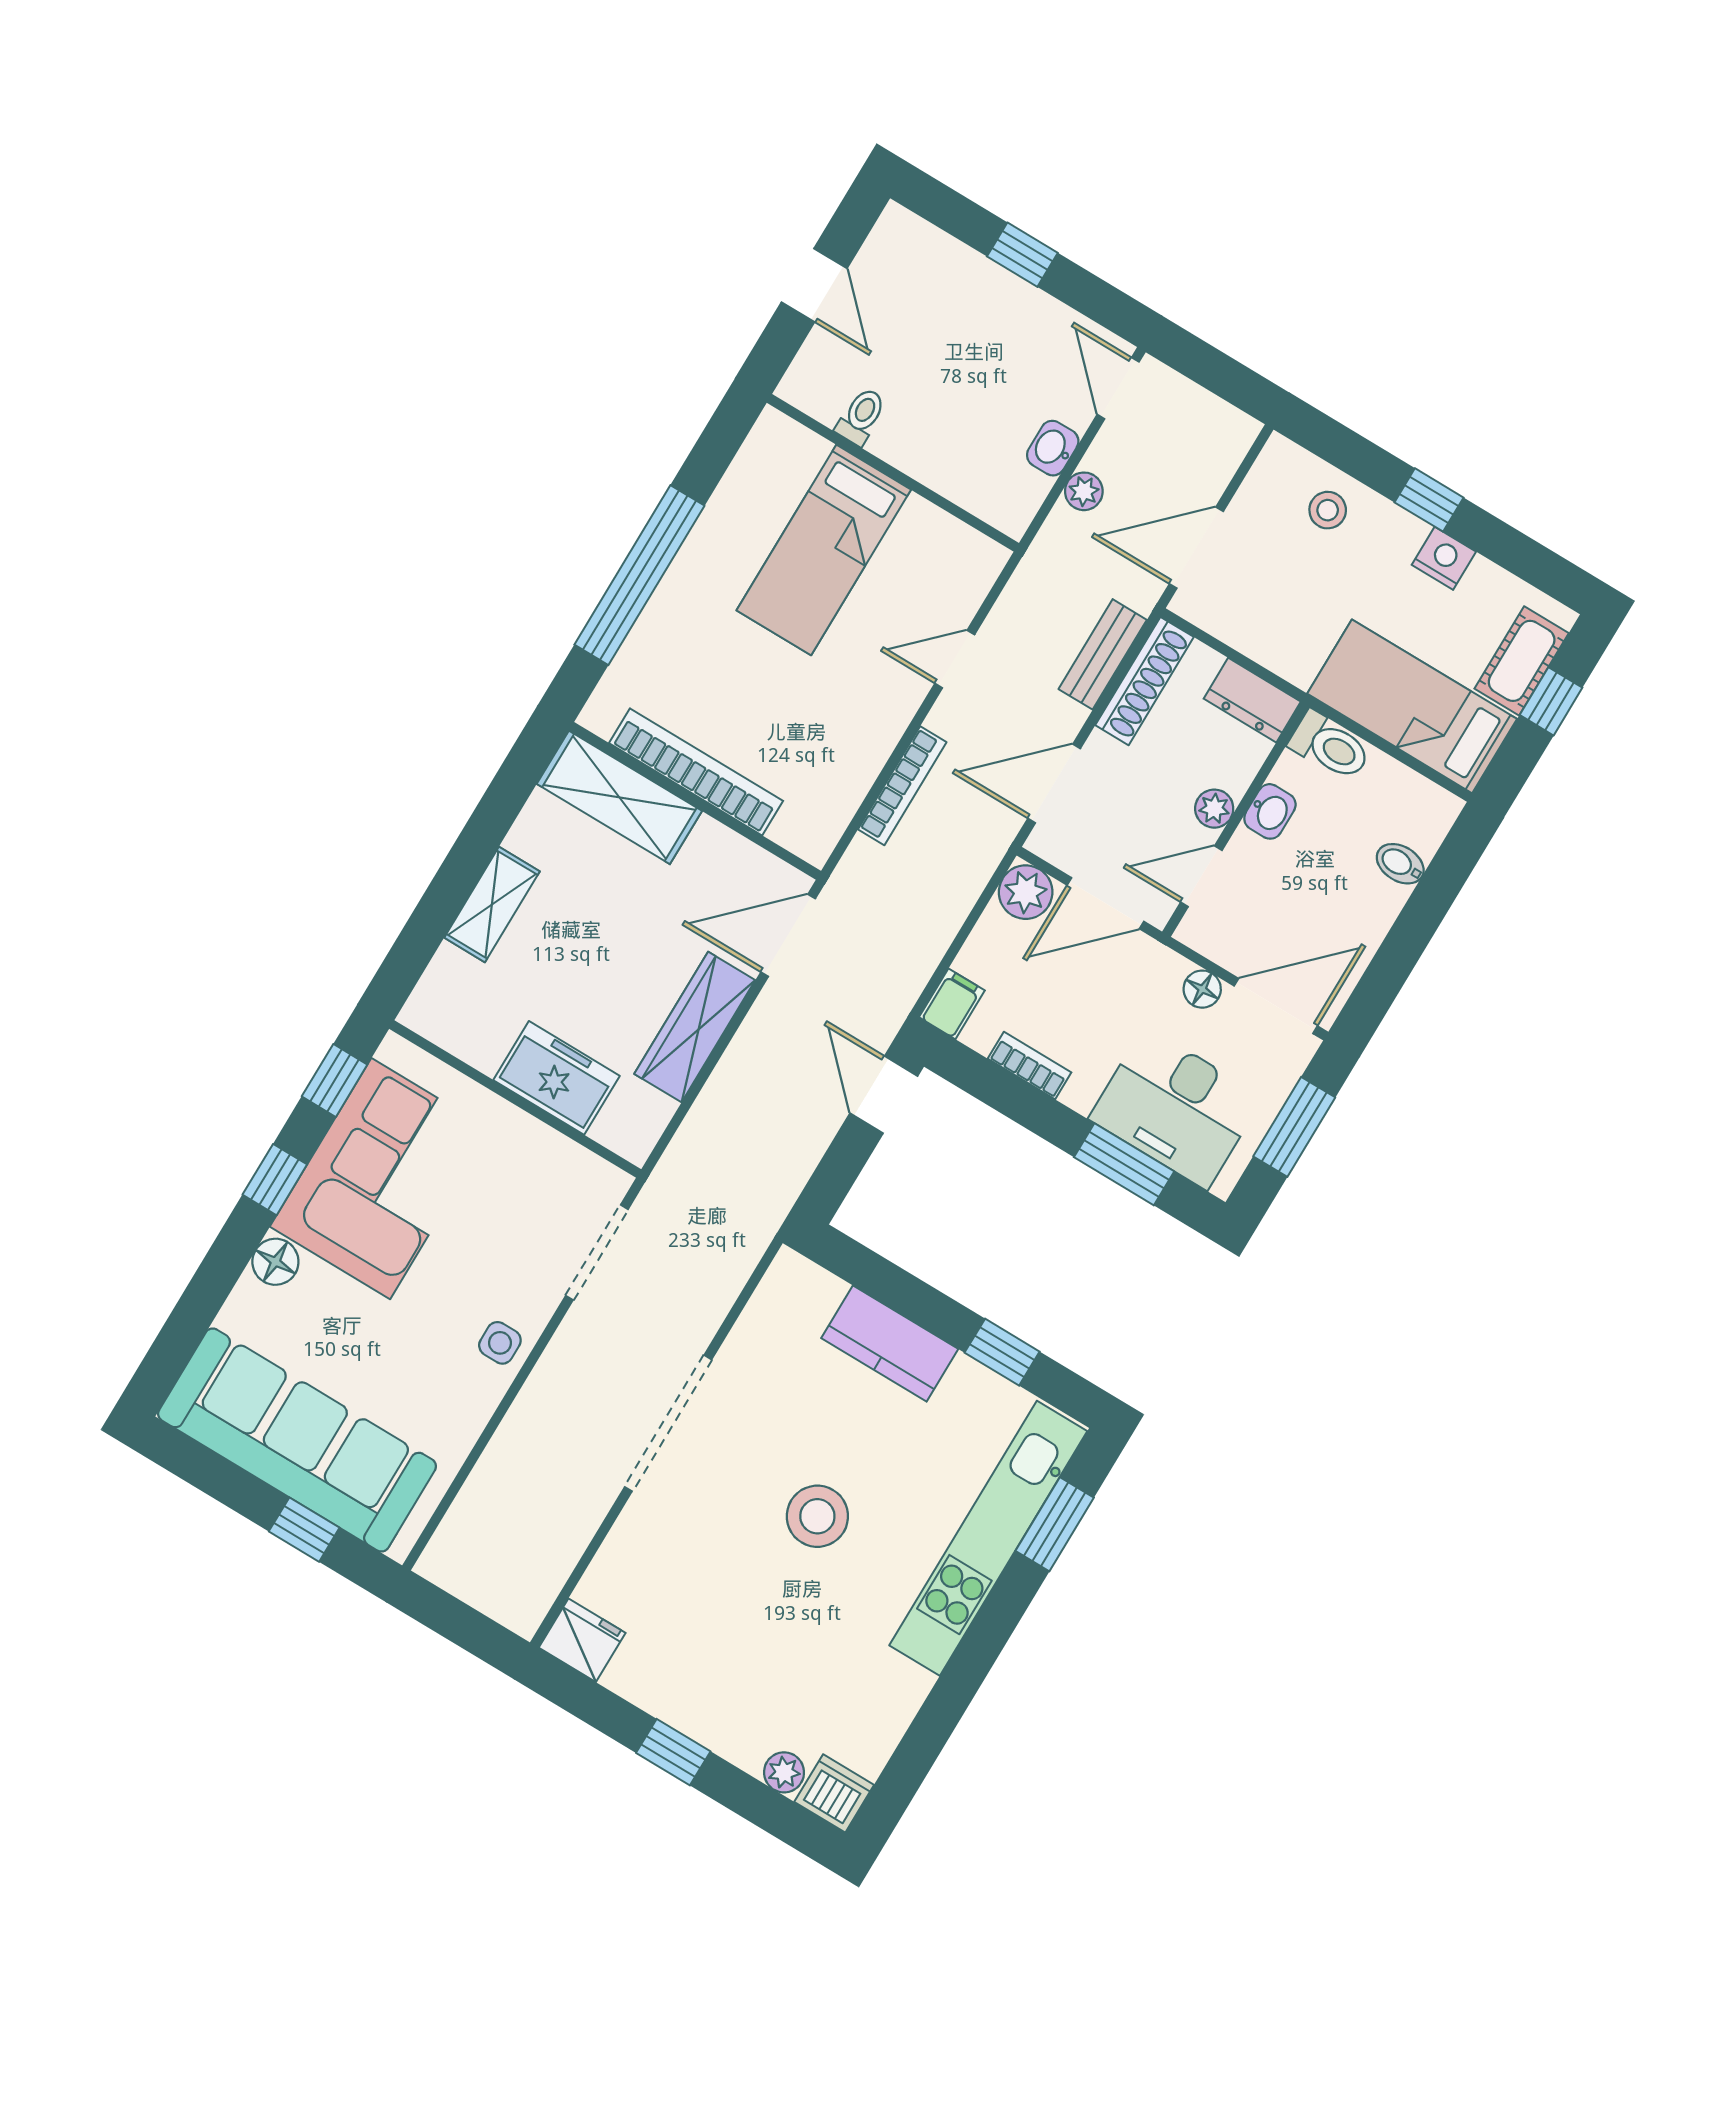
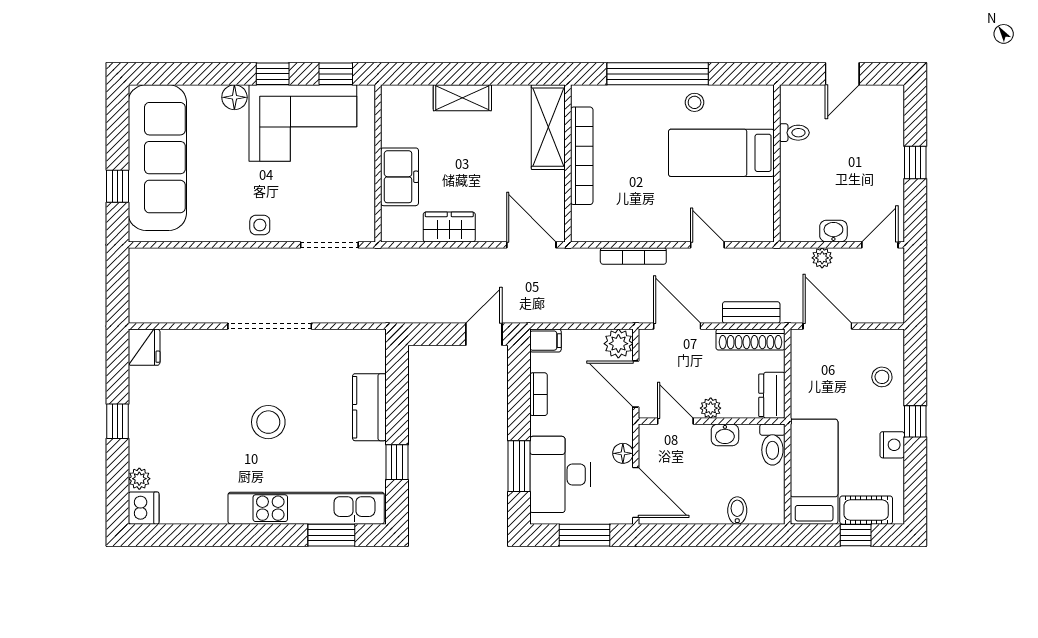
stool: (719, 544) -> (695, 102), added
wardrobe: (695, 1027) -> (449, 227), width x0.67

